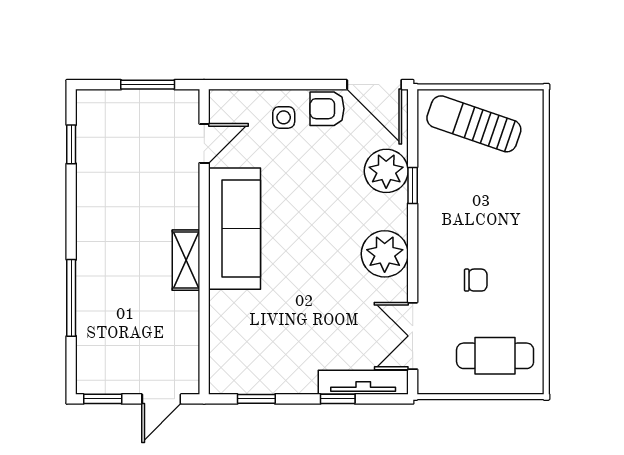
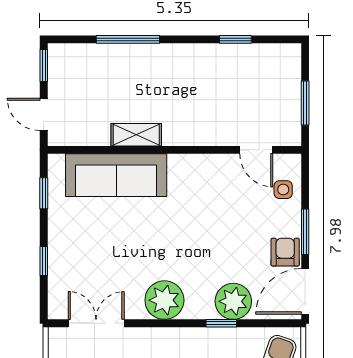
window: (303, 85) -> (305, 232), added
side table: (284, 117) -> (283, 190), moved
window: (71, 144) -> (235, 39), moved
sofa: (234, 229) -> (116, 175), moved
shelving: (186, 260) -> (136, 135), moved
tv unit: (363, 382) -> (58, 282), removed

